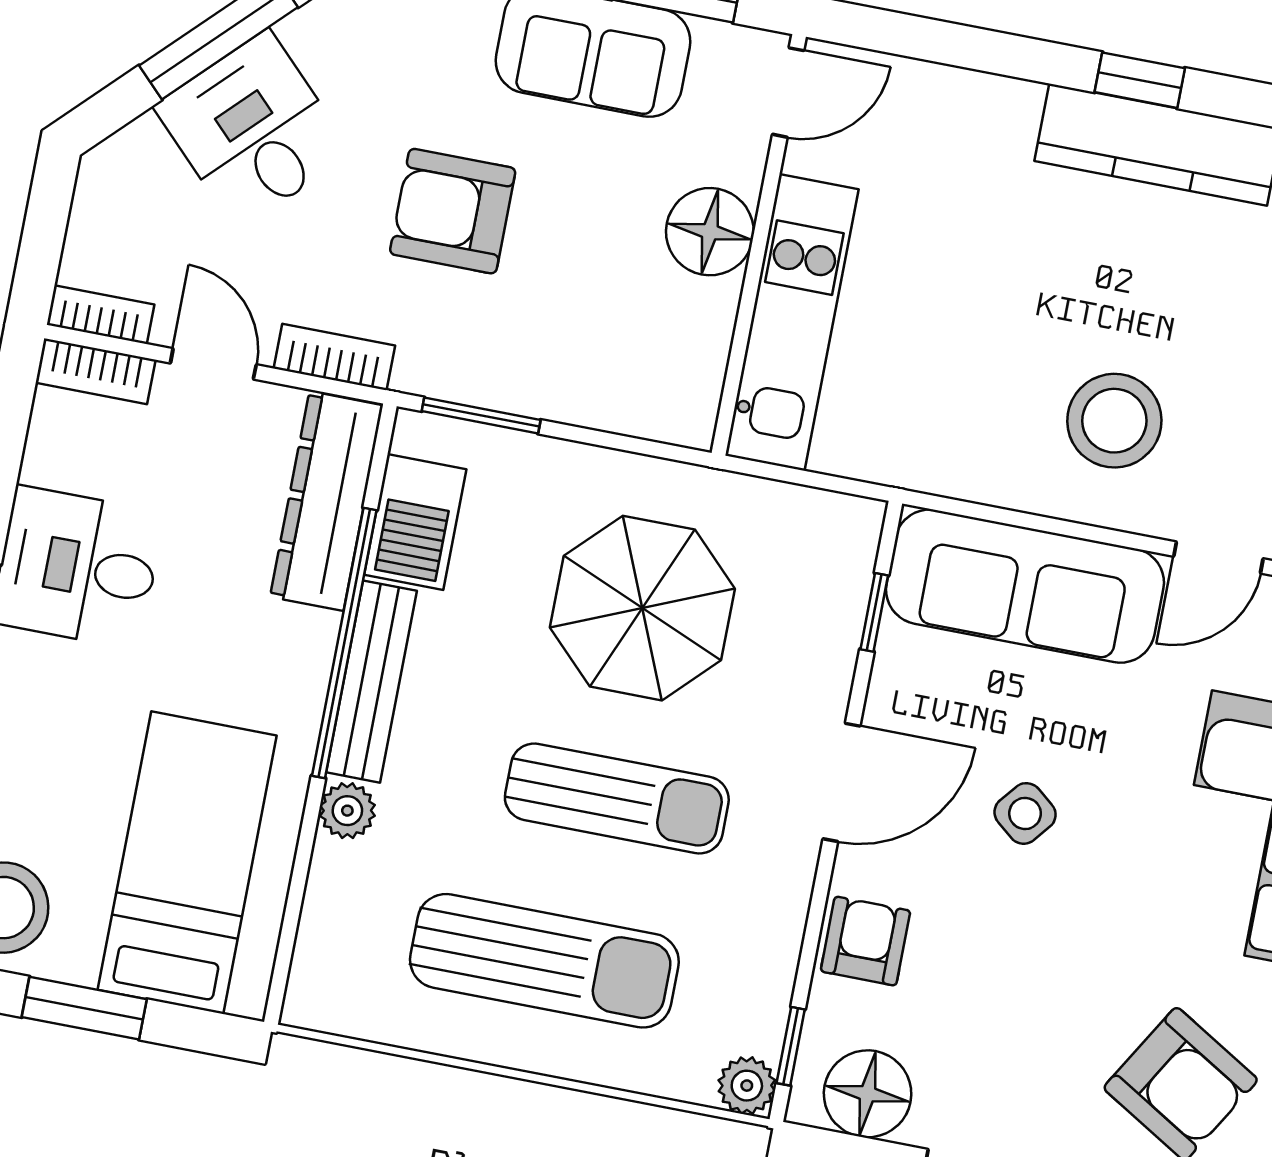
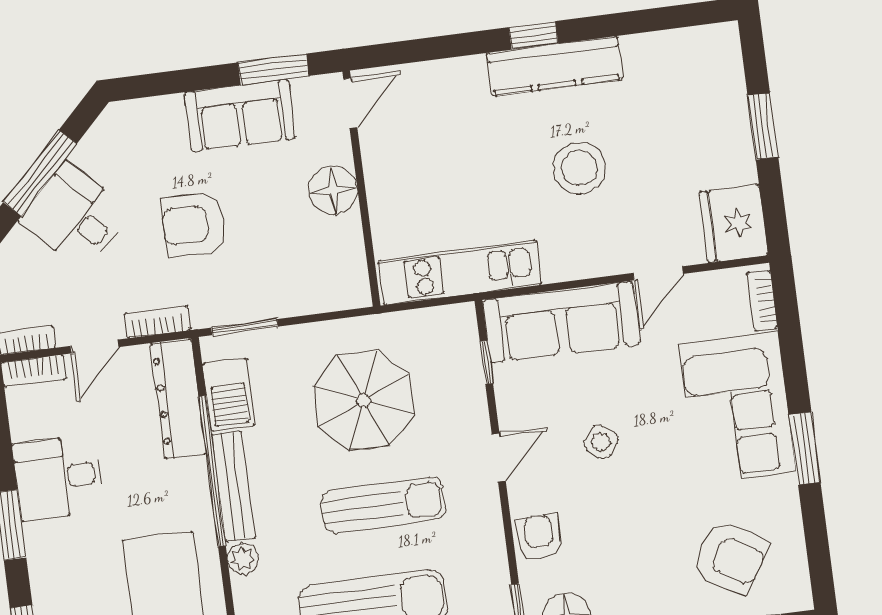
kitchen unit: (792, 322) -> (460, 273), moved, turned -90
door: (213, 364) -> (94, 347), swing flipped
stool: (1114, 421) -> (579, 168), moved
door: (842, 782) -> (499, 458), width x0.73

